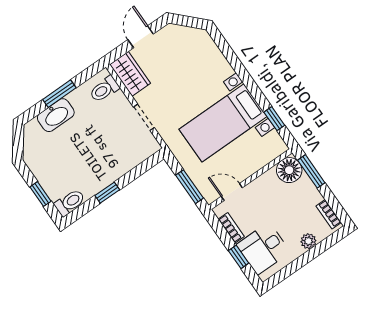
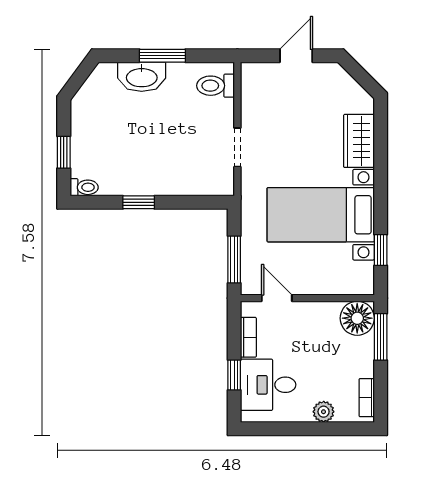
wardrobe: (130, 74) -> (359, 141), moved, turned 180
toilet: (70, 202) -> (84, 187), width x0.73, depth x0.72

